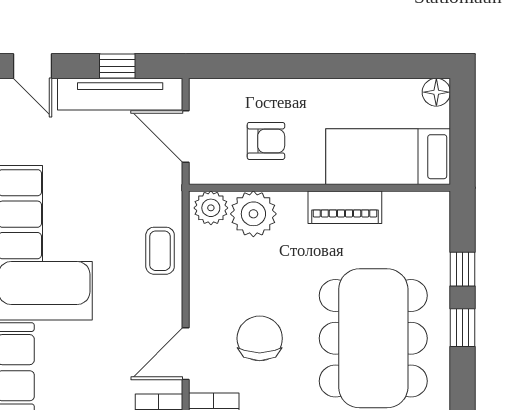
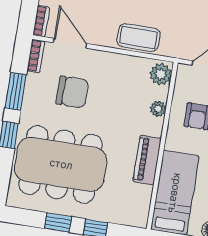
plant: (253, 214) -> (158, 109), width x0.53, depth x0.53
coffee table: (160, 251) -> (138, 37), width x1.36, depth x1.30

